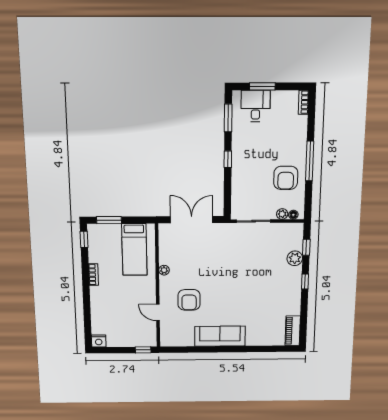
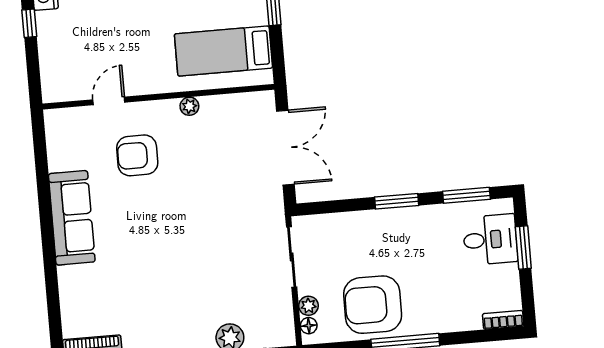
window: (228, 159) -> (397, 201), width x1.50
armchair: (286, 178) -> (373, 305), width x1.36, depth x1.36
window: (143, 350) -> (29, 23), moved

